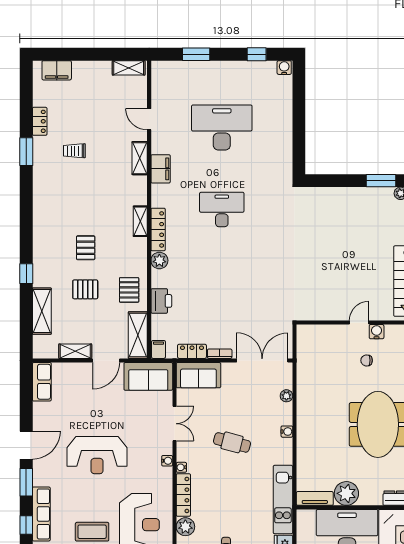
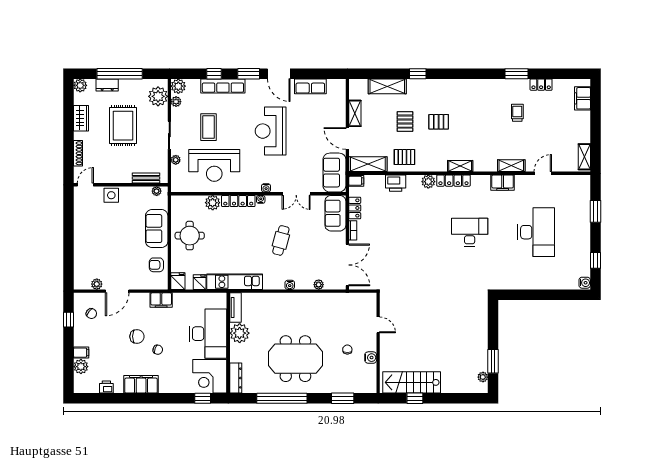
desk: (222, 210) -> (470, 232), turned -90
door: (359, 323) -> (378, 325), moved
row of seats: (42, 382) -> (310, 86), moved

